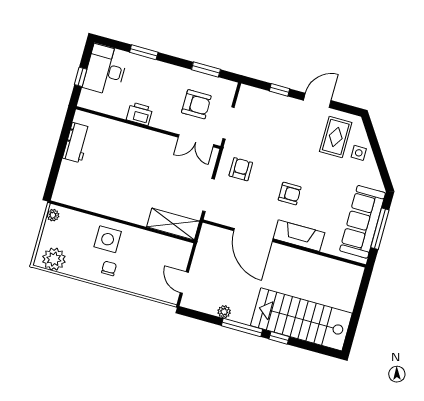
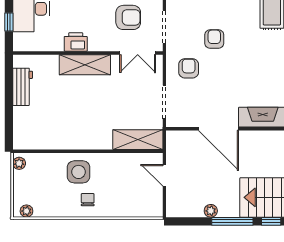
shelving: (142, 138) -> (85, 65), added
armchair: (290, 194) -> (214, 39), moved, turned -90
plant: (54, 259) -> (26, 211), width x0.53, depth x0.53
door: (184, 283) -> (164, 175), moved

